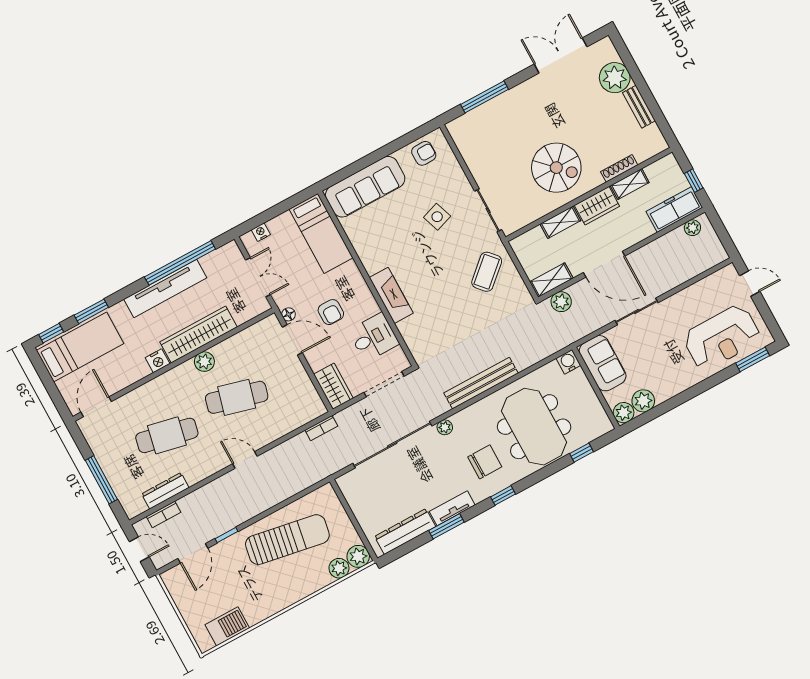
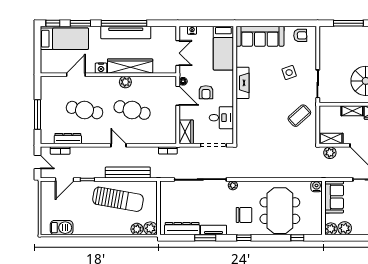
window: (180, 263) -> (124, 23), moved
fireplace: (391, 295) -> (242, 83), moved
bench: (481, 383) -> (128, 173), moved
door: (96, 407) -> (76, 75), moved

